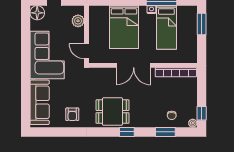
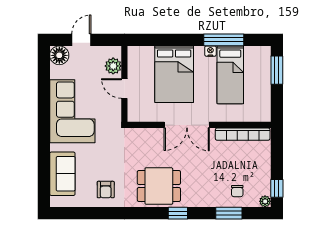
door: (87, 51) -> (124, 88), moved
sofa: (40, 102) -> (62, 174), width x0.73

